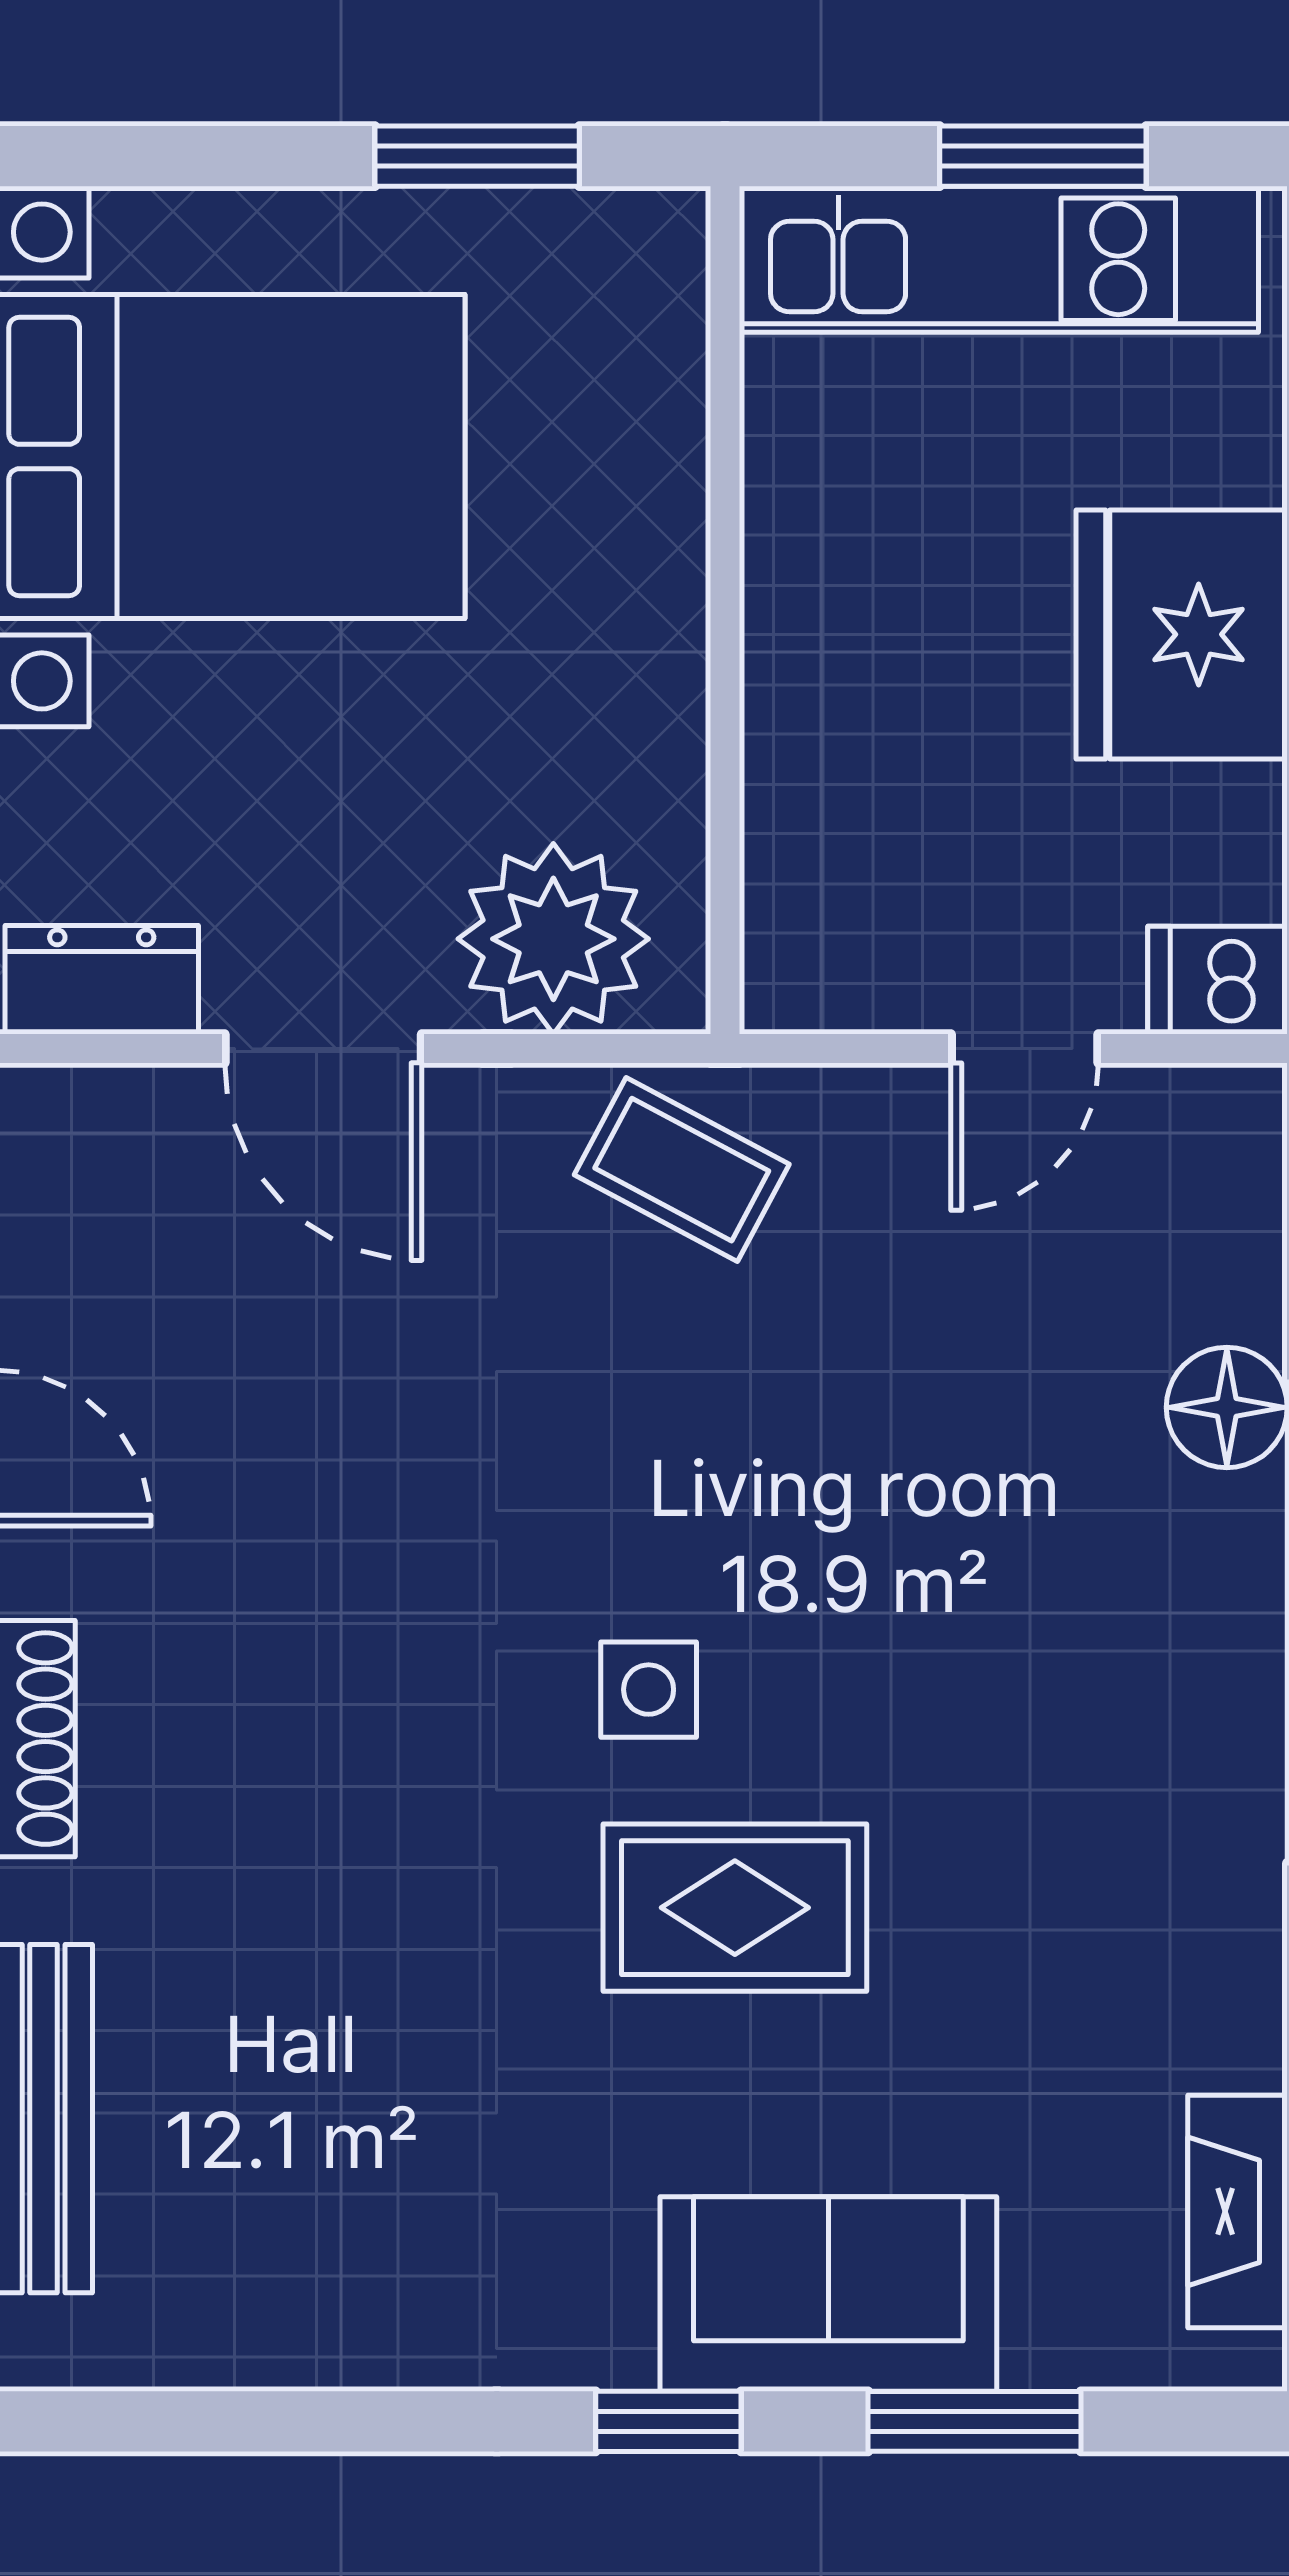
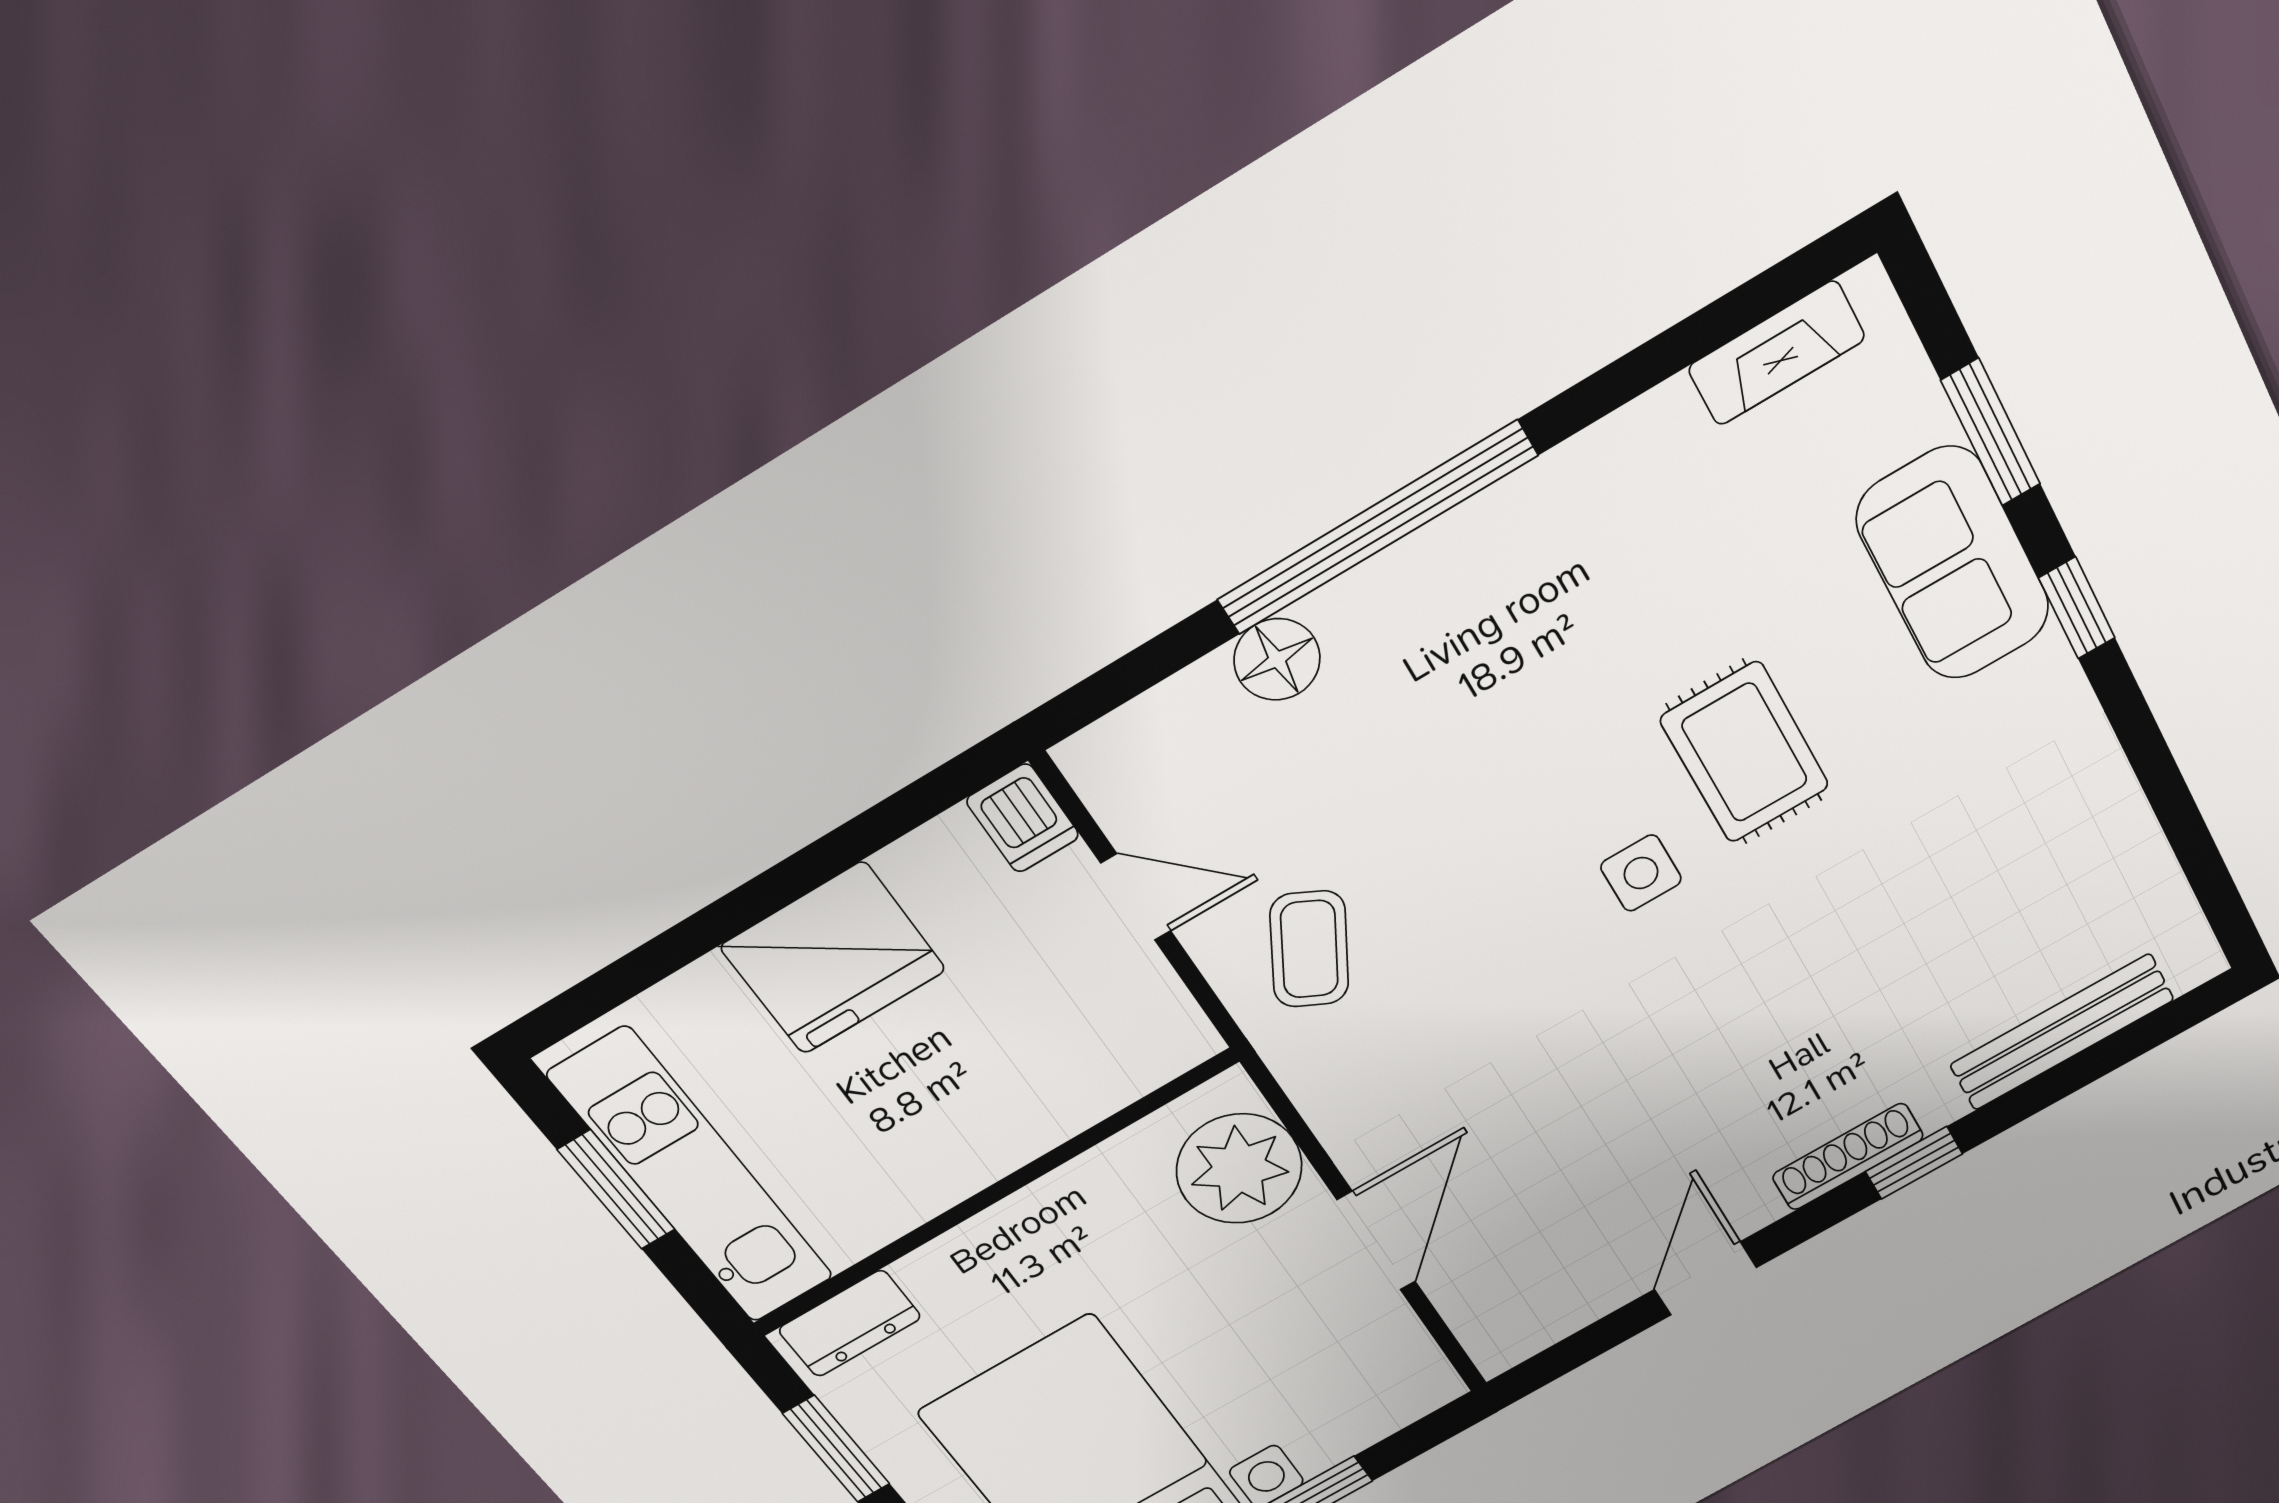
dresser: (102, 980) -> (850, 1323), moved, turned -90
coffee table: (682, 1170) -> (1309, 949), moved

